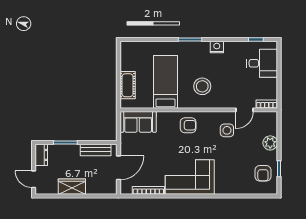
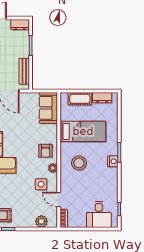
nightstand: (217, 47) -> (113, 161), moved
dresser: (126, 59) -> (102, 98), added
plant: (208, 117) -> (53, 168), added
plant: (270, 143) -> (41, 221), moved

